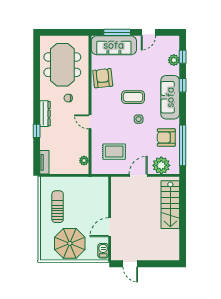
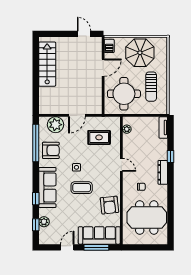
meeting table: (62, 65) -> (147, 218), turned 90
round table: (87, 199) -> (124, 94), added
stairs: (170, 205) -> (47, 64), moved

